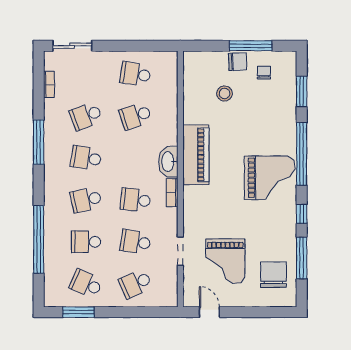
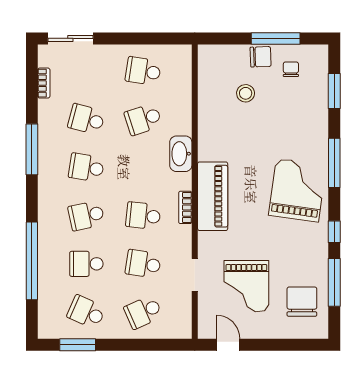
school desk: (86, 116) -> (86, 119), turned 36
window: (302, 154) -> (334, 163), width x0.68
piano: (196, 155) -> (213, 196), moved
washbasin: (168, 162) -> (181, 154), moved
grand piano: (270, 178) -> (297, 190), turned -82

